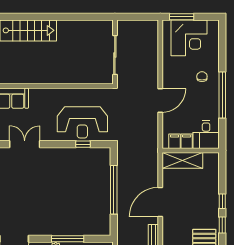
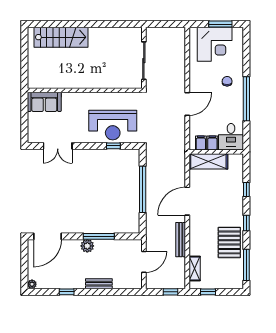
window: (182, 17) -> (220, 24), moved
double door: (25, 144) -> (58, 146), swing flipped
window: (222, 201) -> (246, 189), moved

